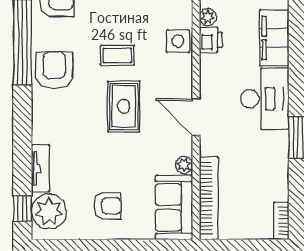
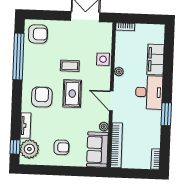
plant: (208, 17) -> (119, 72), moved
printer: (211, 40) -> (121, 59), removed
armchair: (54, 70) -> (42, 97), moved

